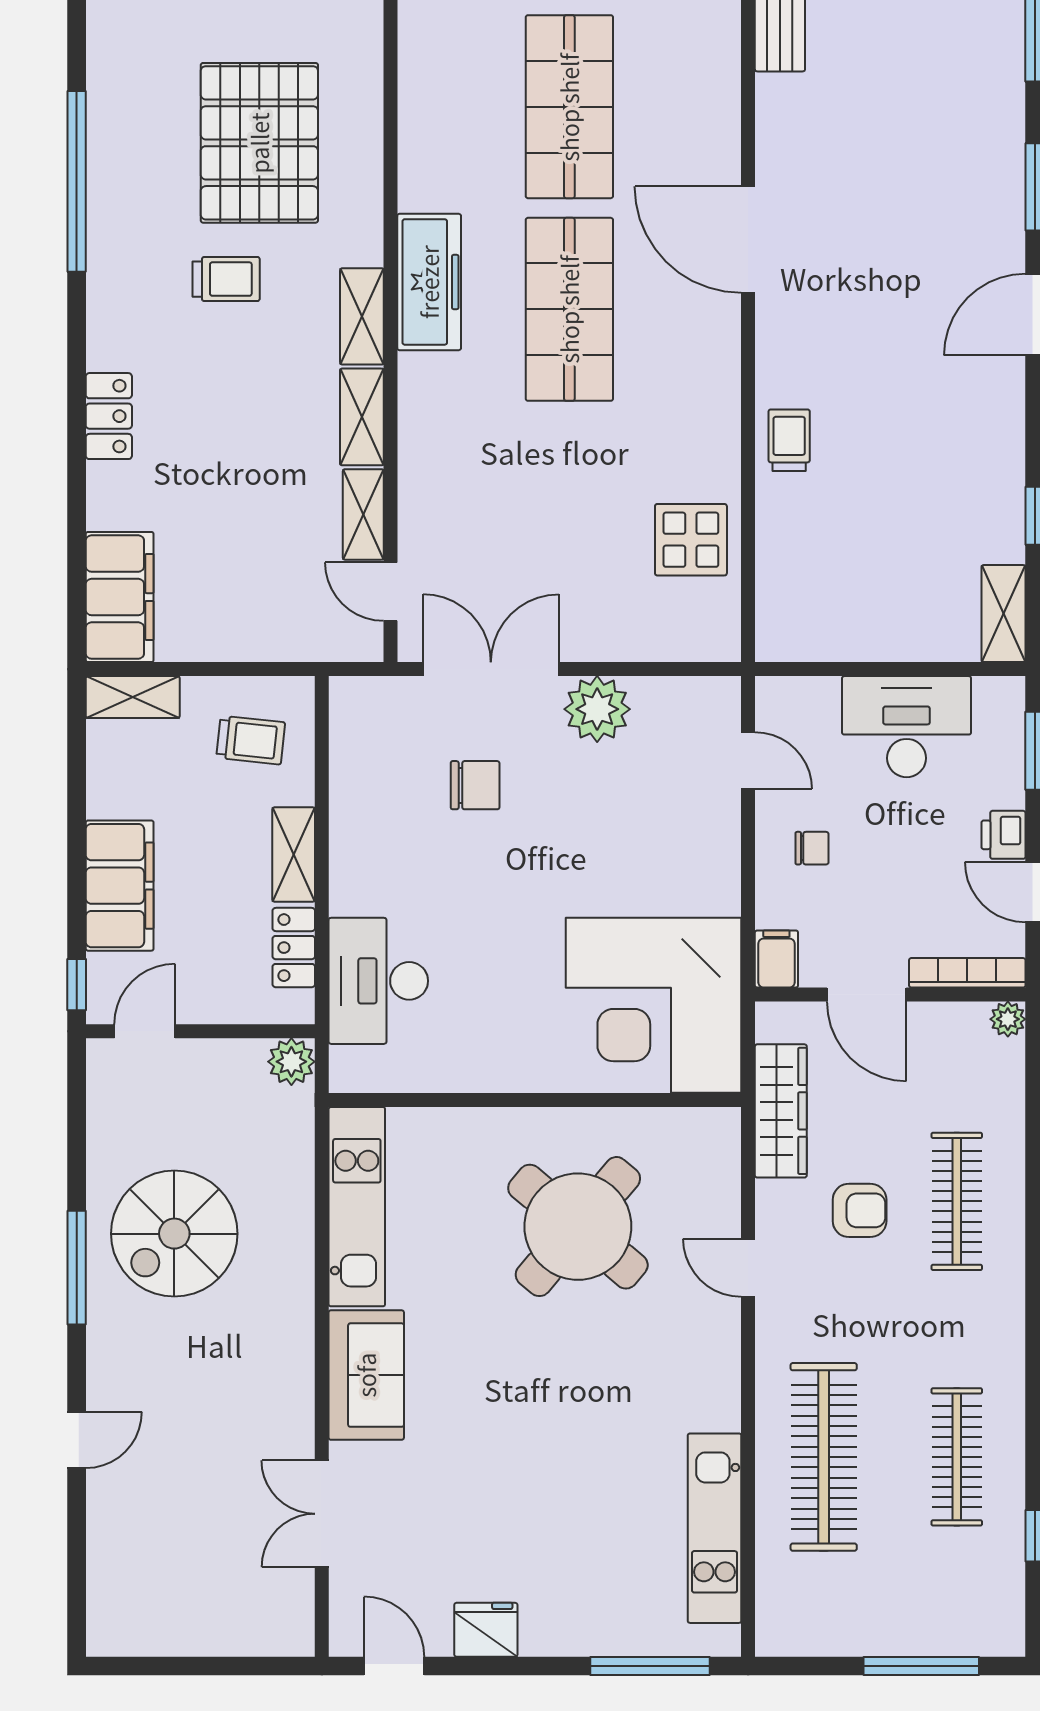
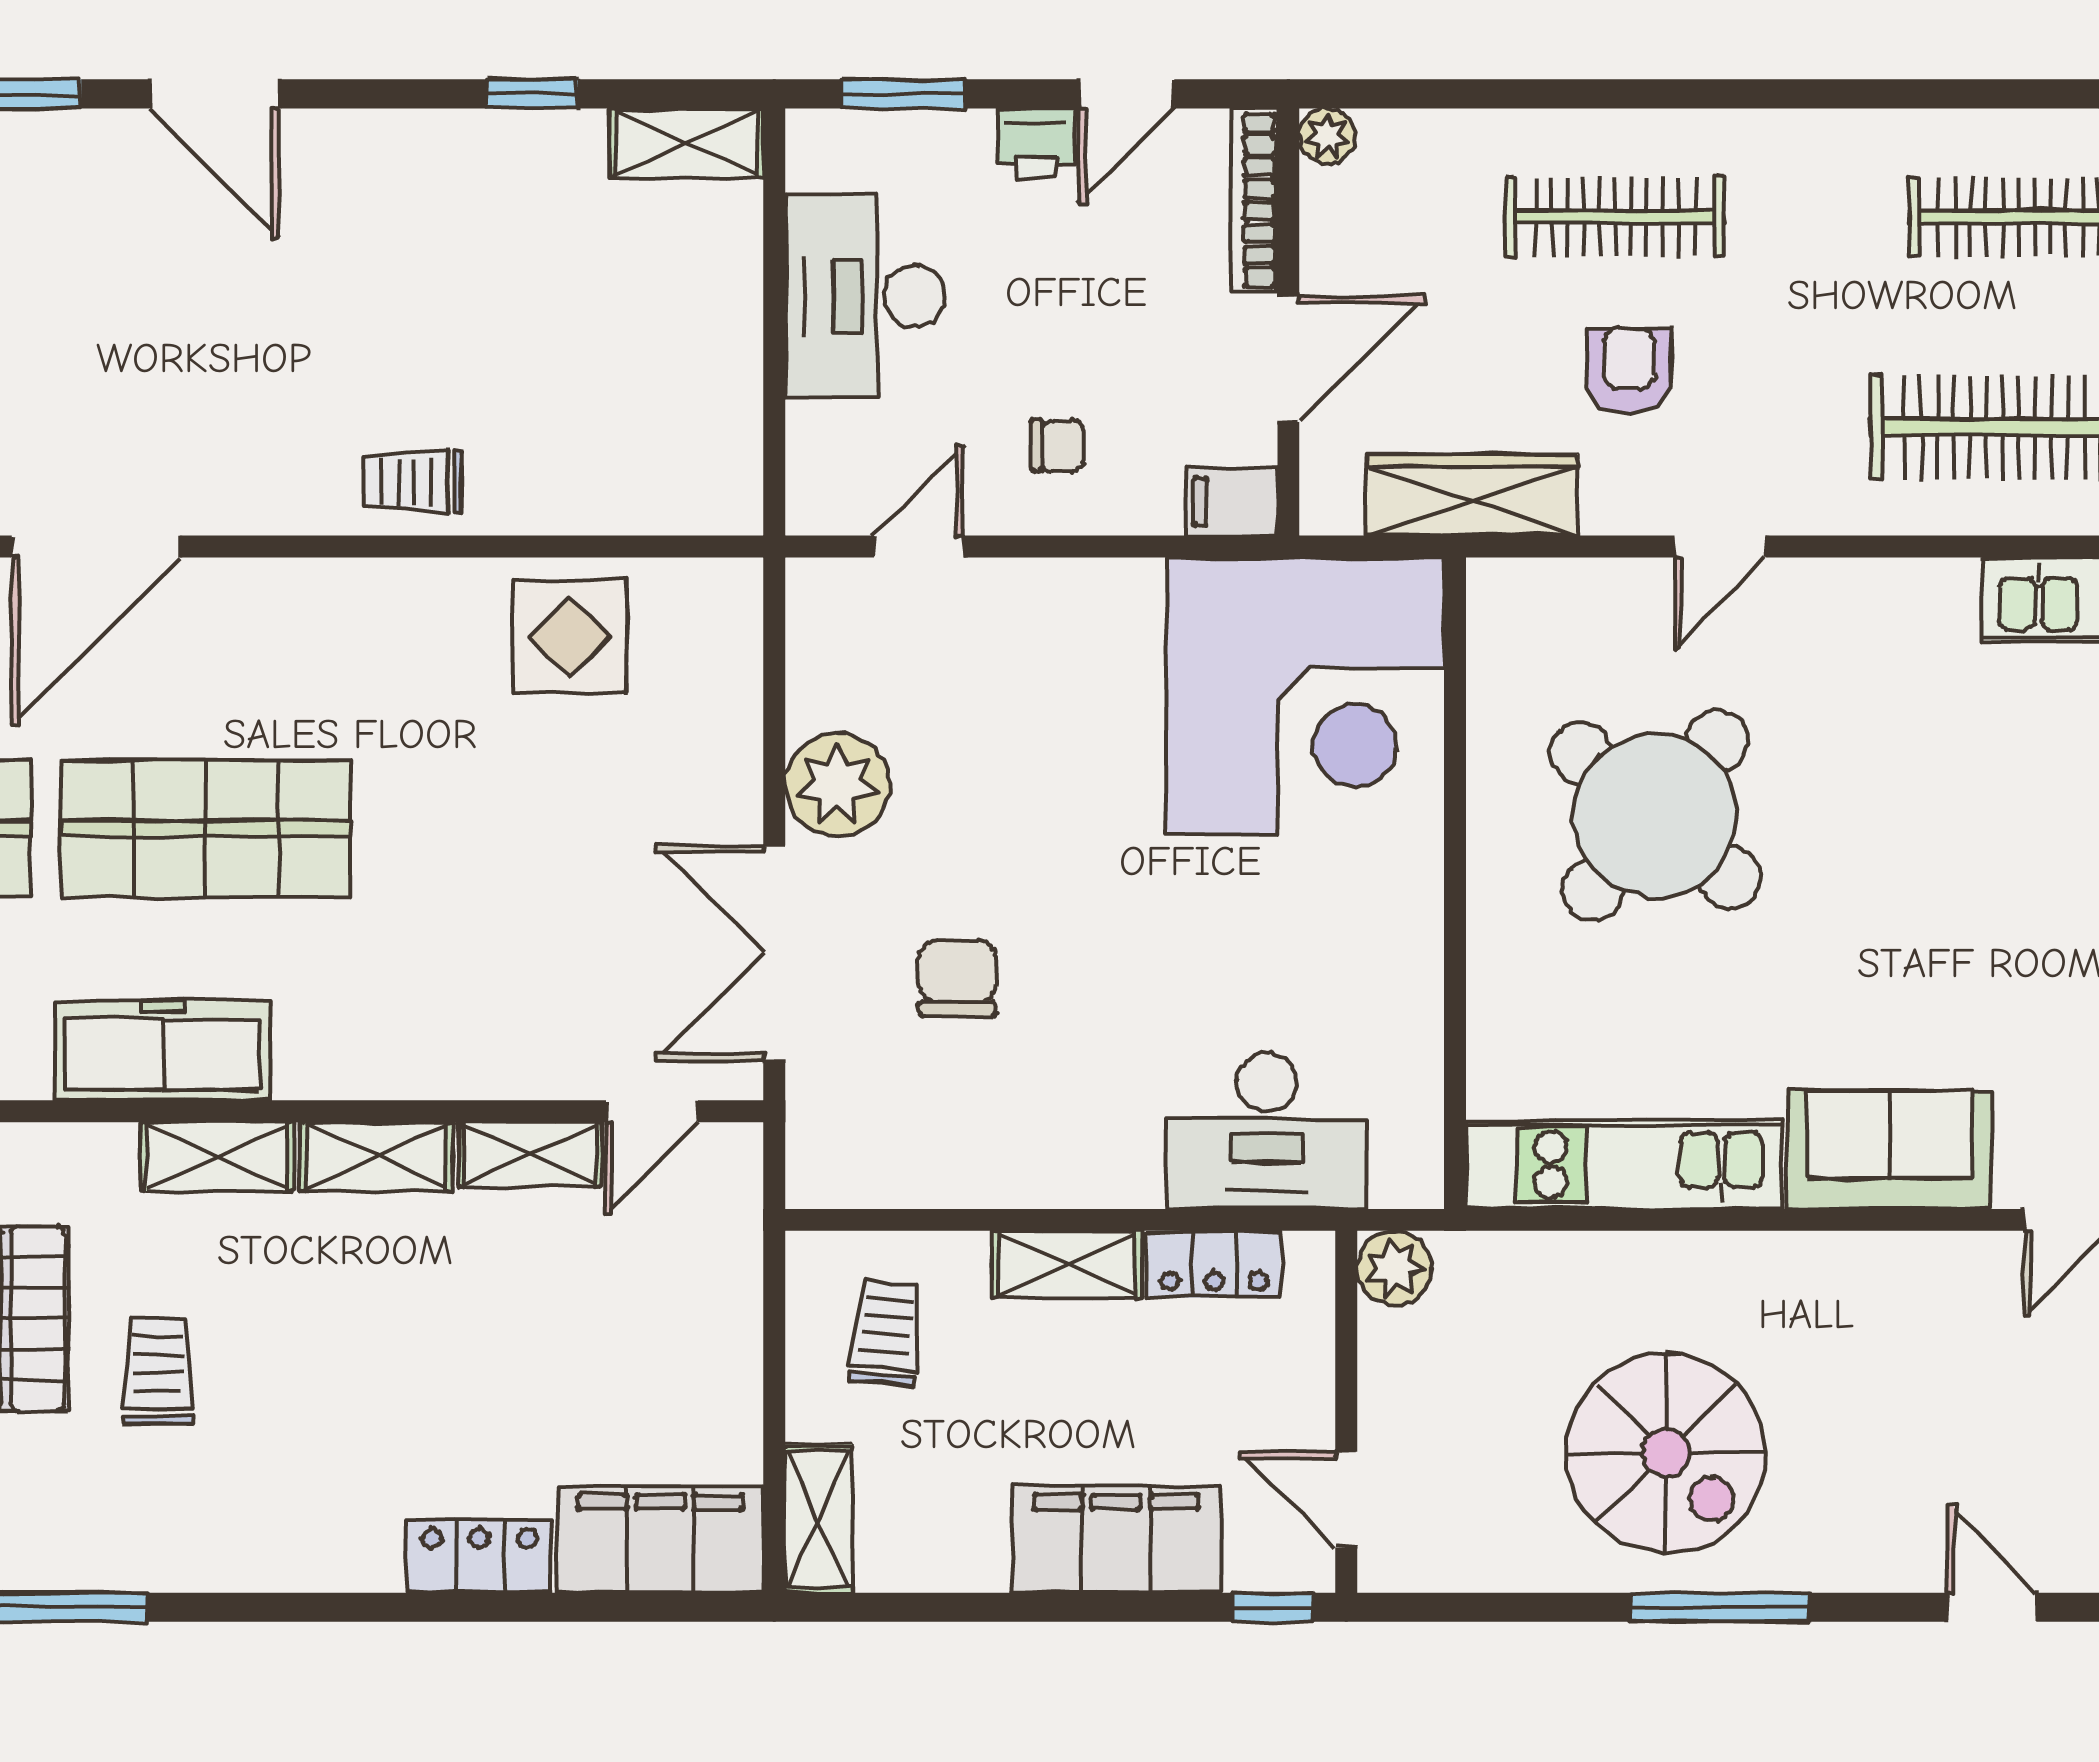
locker: (109, 416) -> (479, 1556), moved
chair: (812, 848) -> (1057, 446), turned 90

